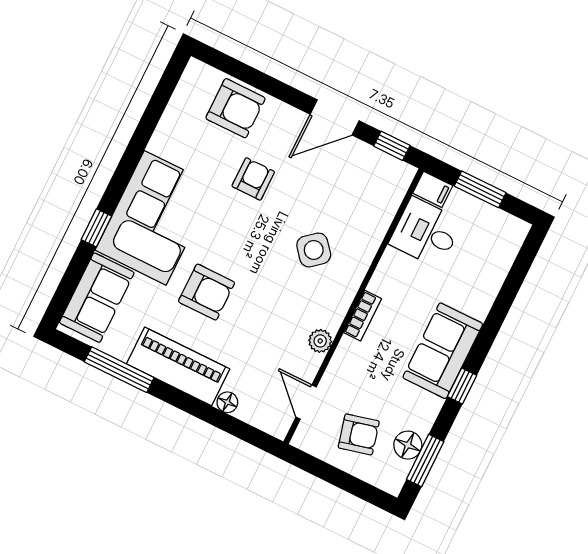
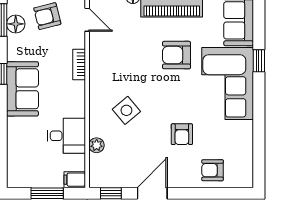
armchair: (235, 108) -> (213, 170), width x0.72, depth x0.72
desk: (426, 232) -> (66, 136), moved
bookcase: (363, 316) -> (79, 64), moved
plant: (320, 341) -> (97, 145), moved

